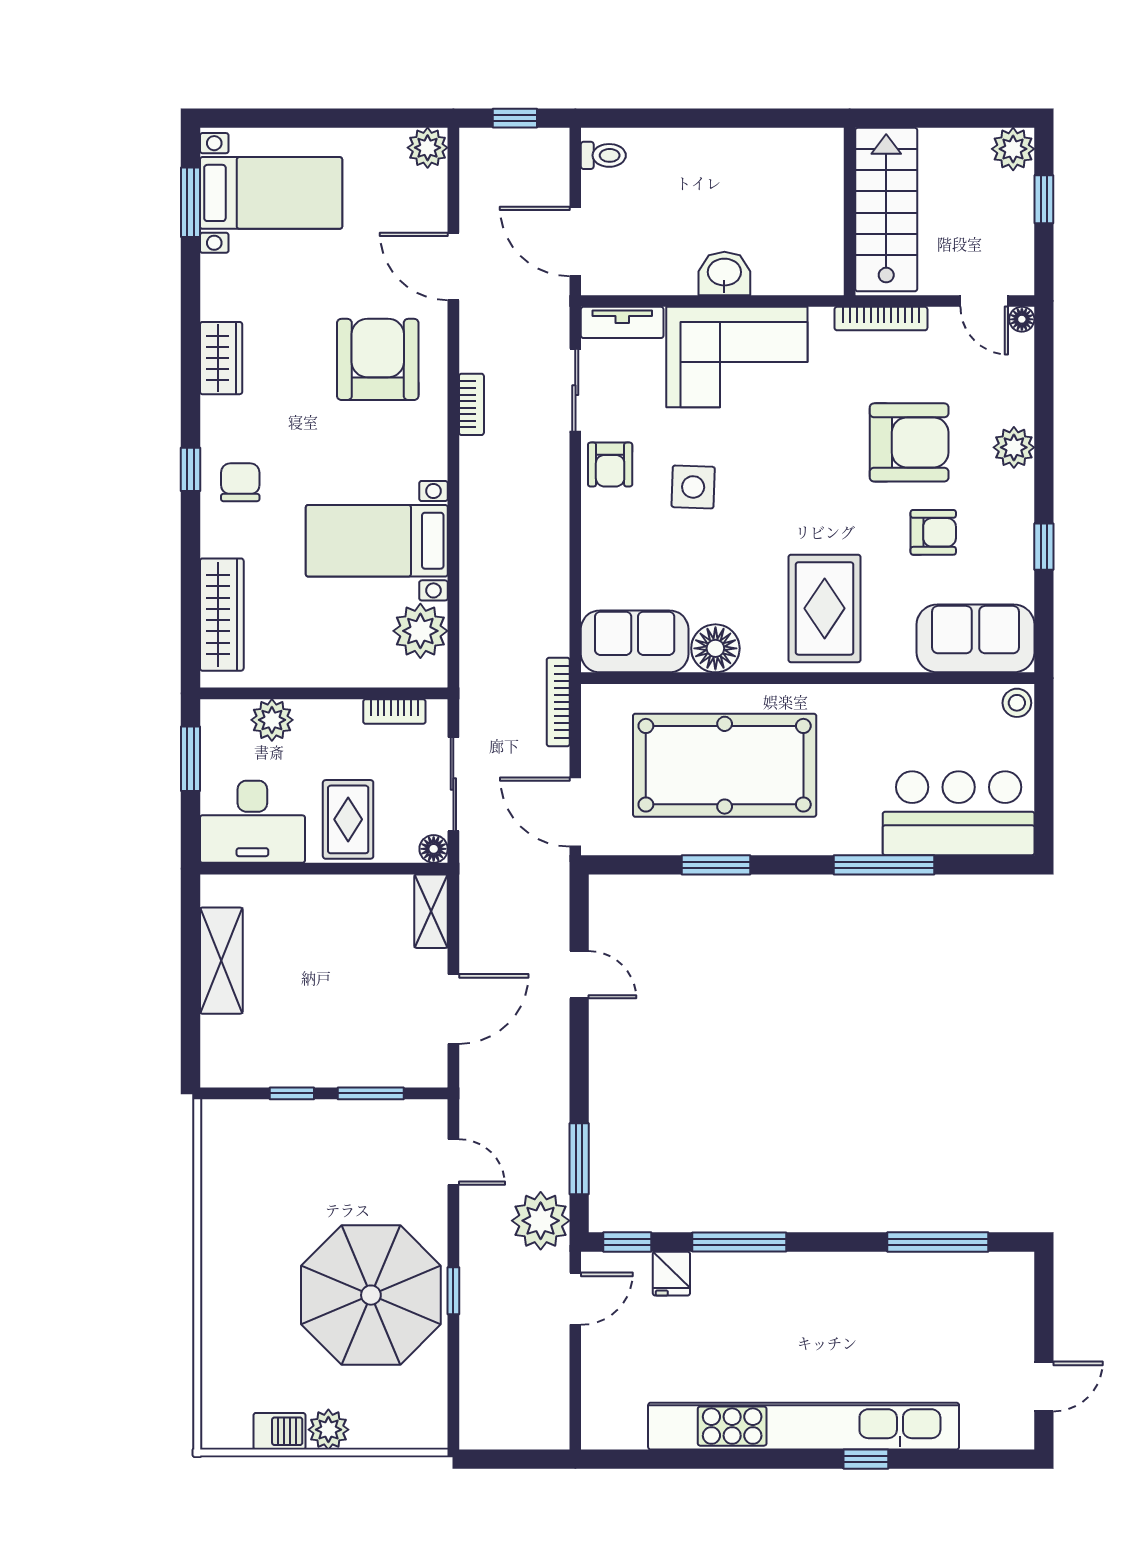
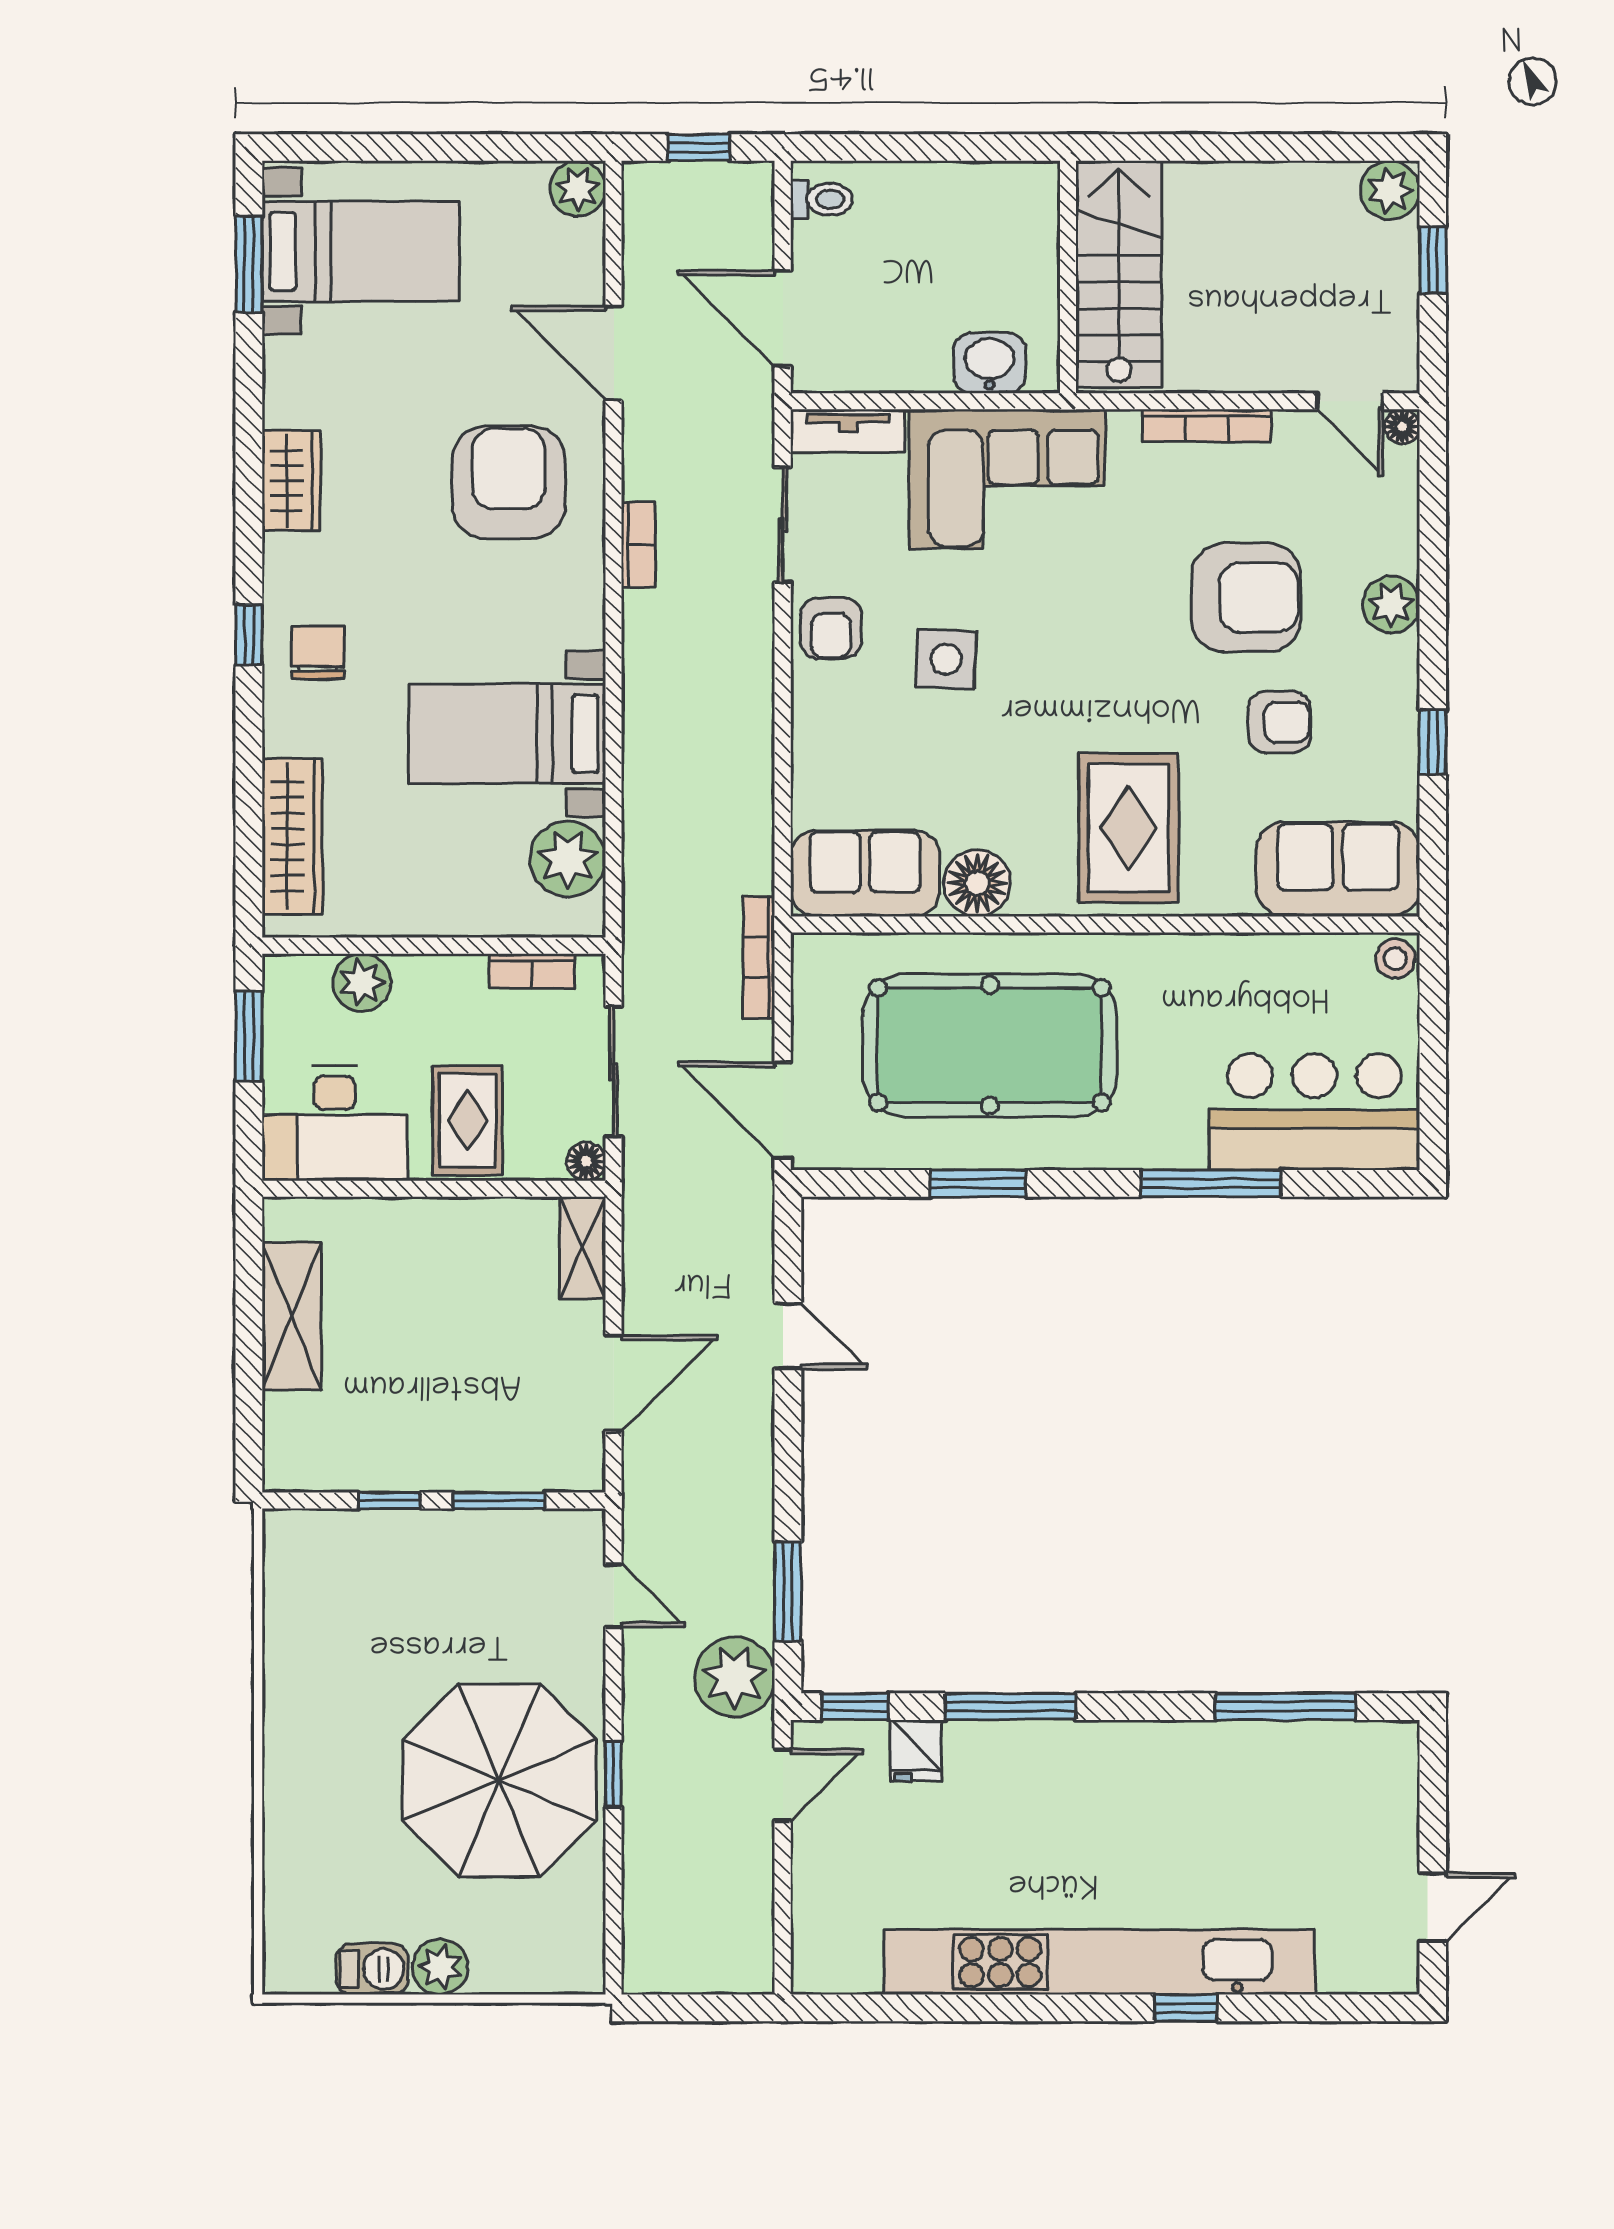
stairs: (886, 210) -> (1119, 274), moved
wall: (850, 211) -> (1068, 277), moved

